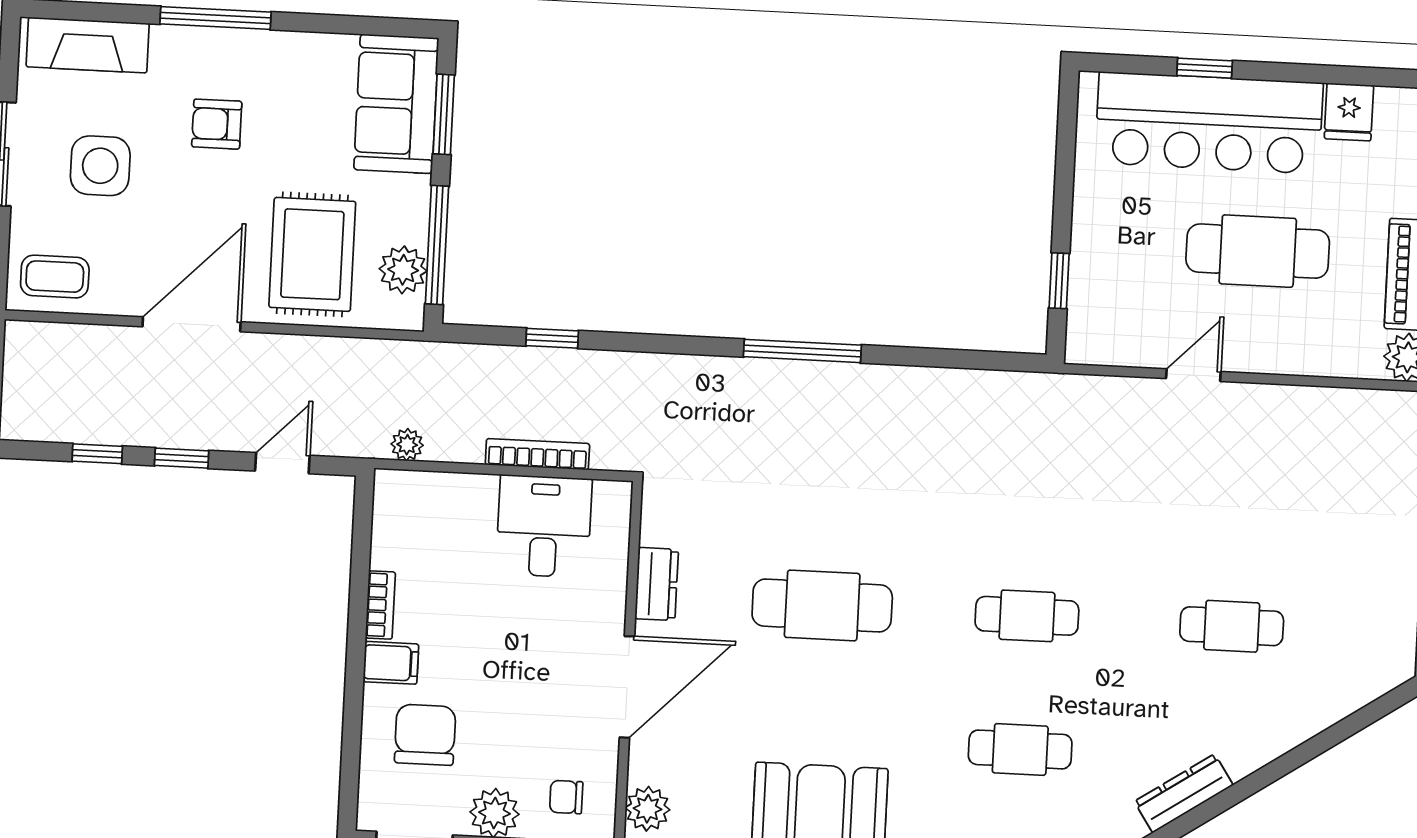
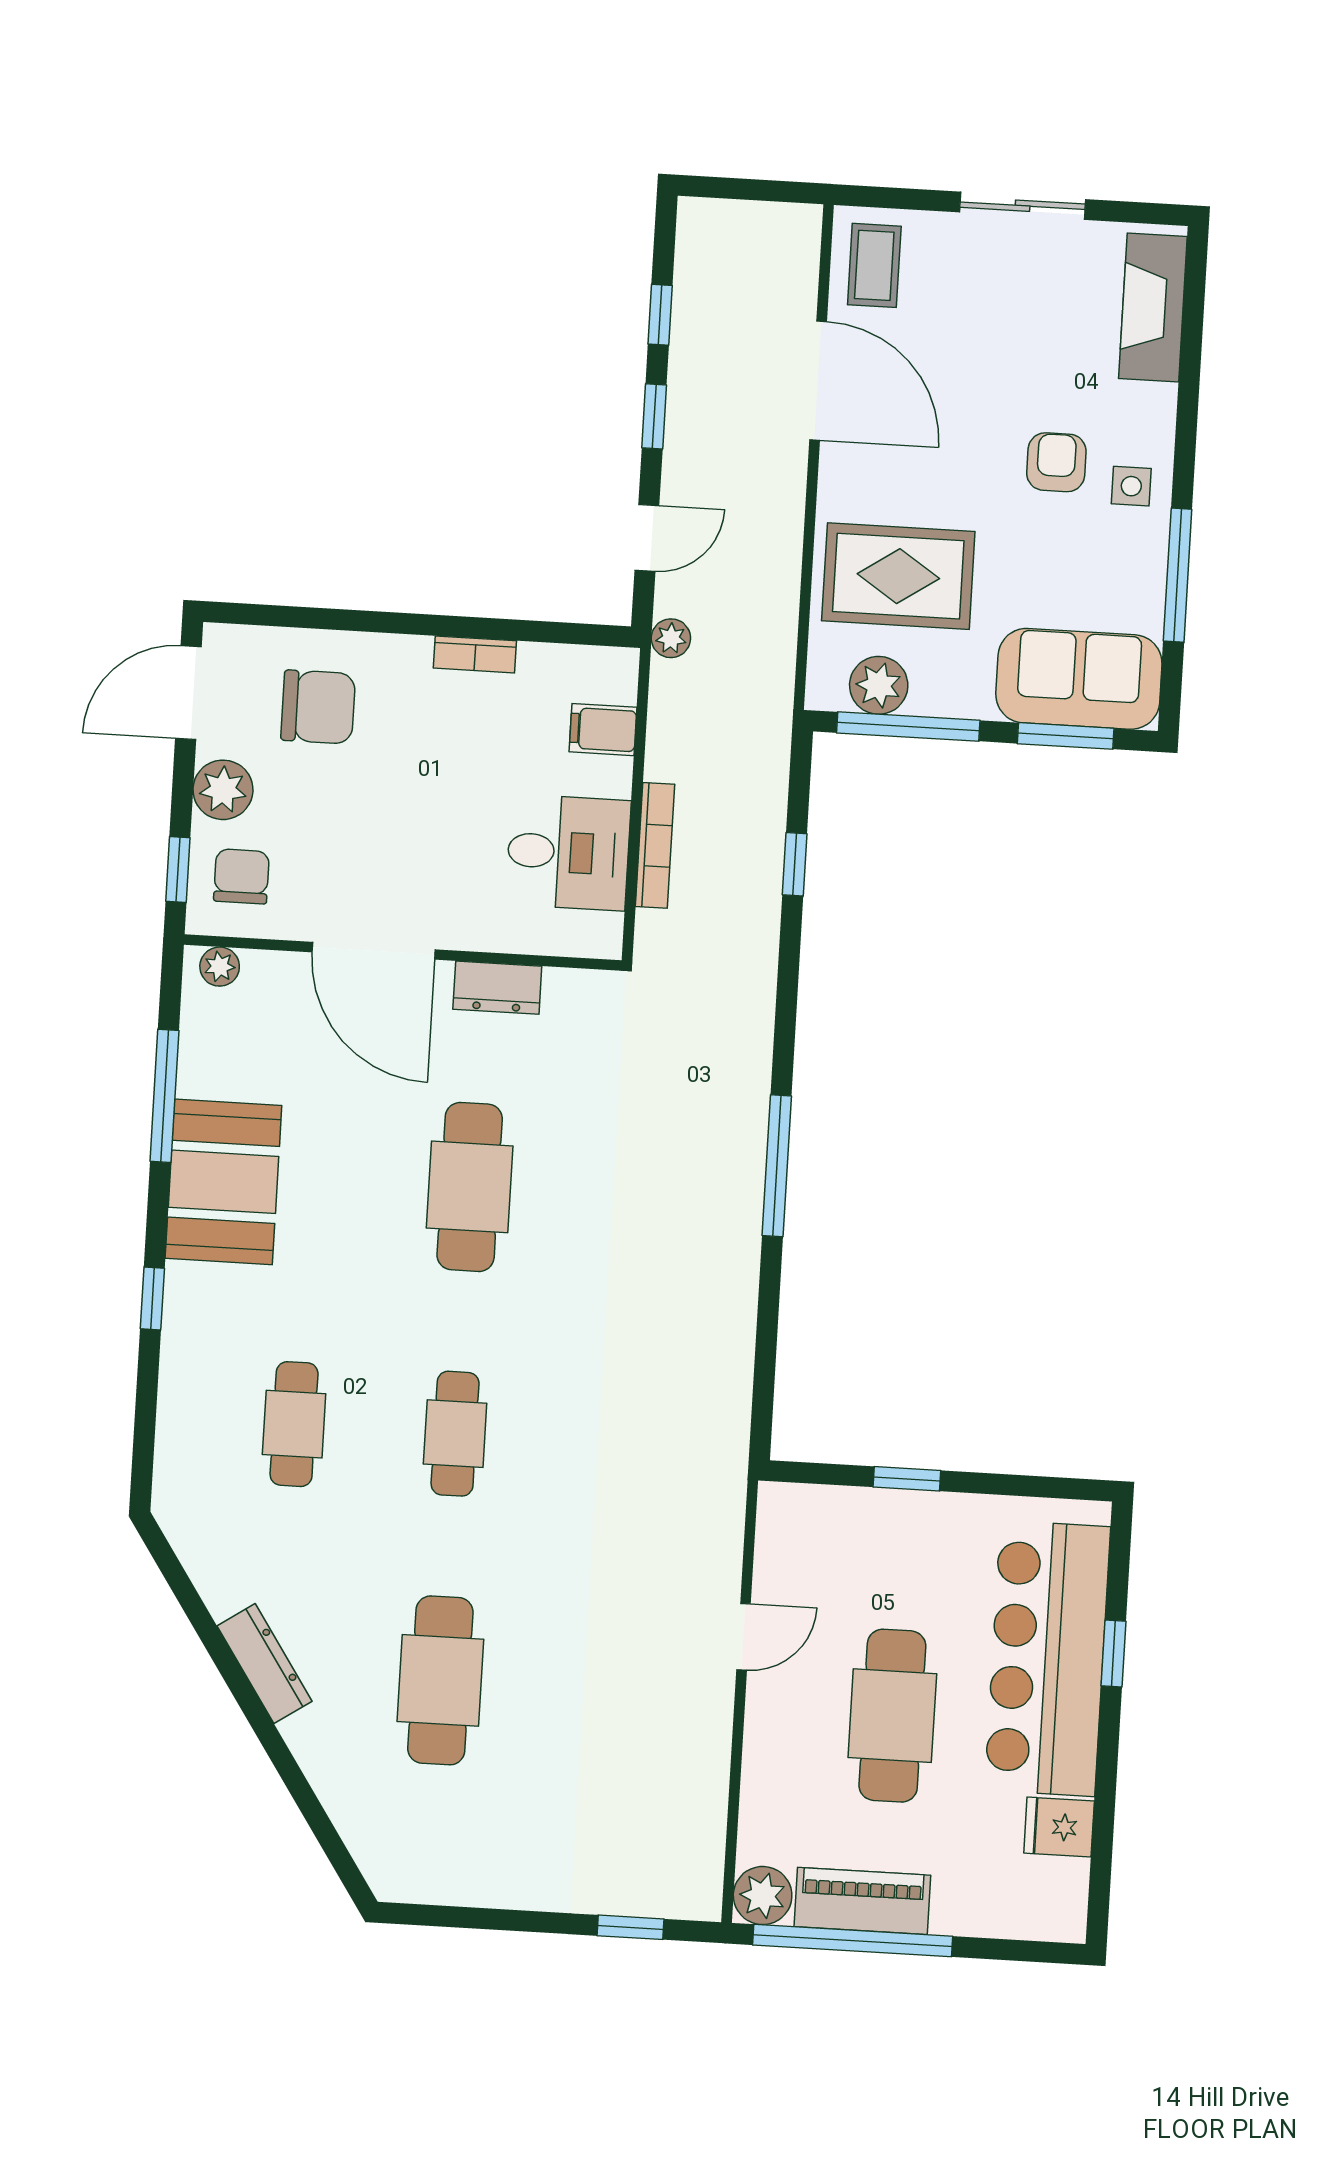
window: (215, 18) -> (1178, 575), moved
side table: (100, 166) -> (1131, 486), moved, width x0.54, depth x0.54
window: (1059, 281) -> (907, 1479), moved
door: (192, 324) -> (818, 381), moved
door: (1193, 375) -> (744, 1637), hinge flipped
plant: (407, 445) -> (671, 638), moved
door: (282, 463) -> (647, 538), hinge flipped
cafe table: (1232, 626) -> (440, 1680), width x1.37, depth x1.35
filing cabinet: (391, 663) -> (603, 730), moved, turned 90
dresser: (1184, 793) -> (264, 1664), moved
chair: (566, 797) -> (241, 876), width x1.37, depth x1.37
plant: (648, 809) -> (220, 967), width x0.73, depth x0.73

